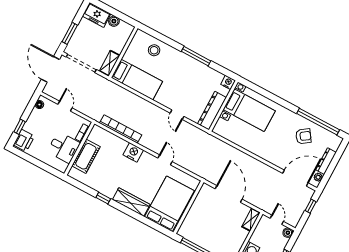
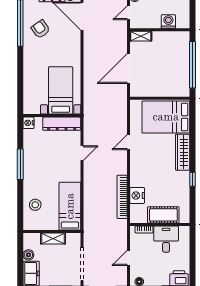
shelving: (110, 63) -> (53, 238), moved
bed with nightstands: (249, 110) -> (61, 90), moved
nightstand: (133, 152) -> (137, 196), moved

